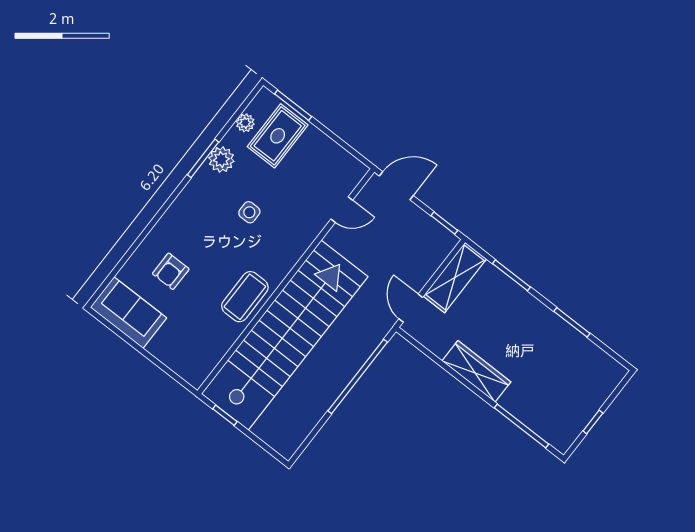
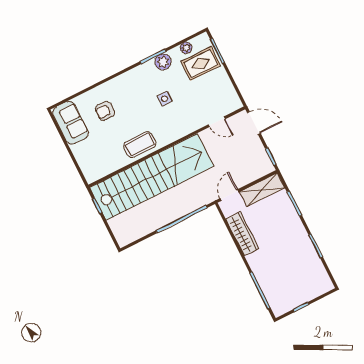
wardrobe: (476, 371) -> (242, 234), moved

